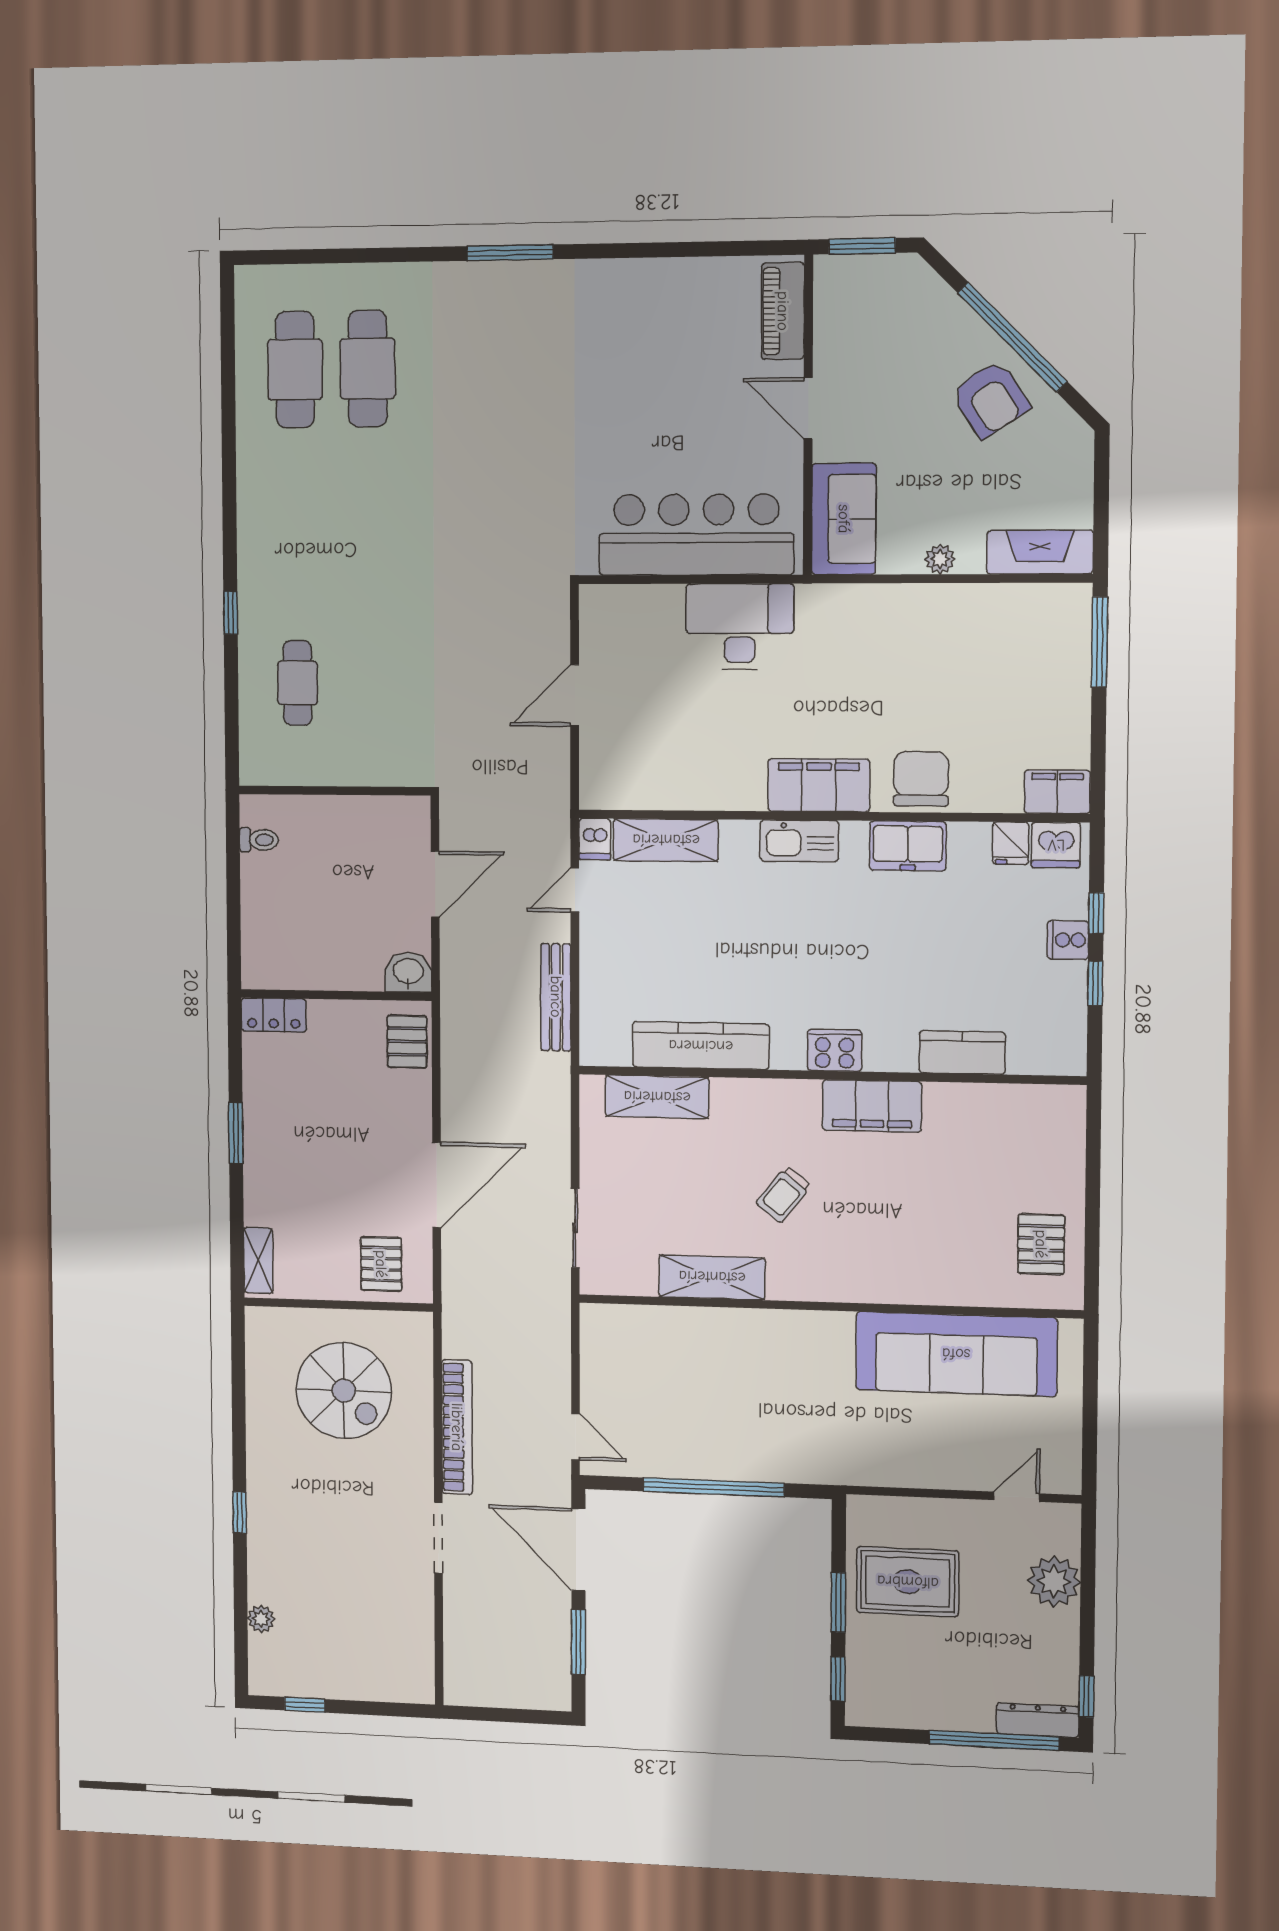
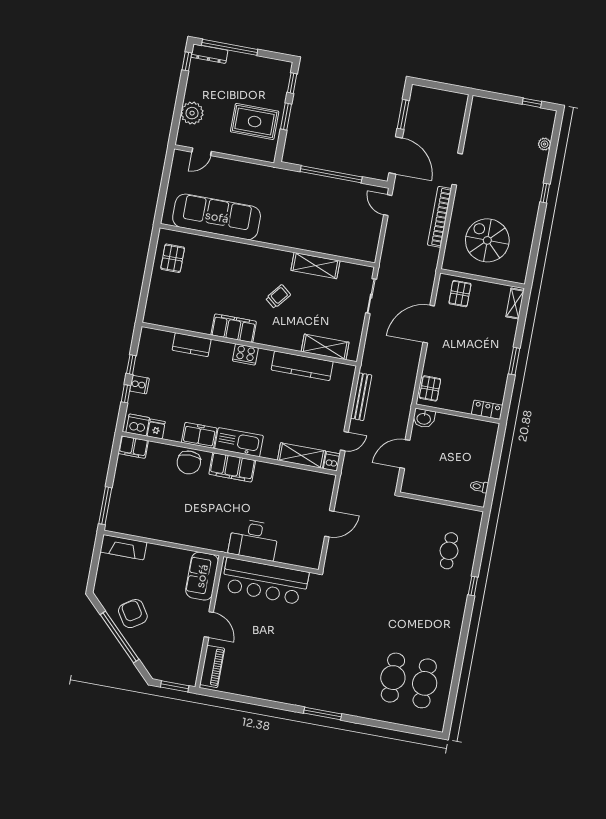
plant: (940, 559) -> (165, 552), removed
kitchen sink: (799, 841) -> (239, 442), width x1.36, depth x1.24

